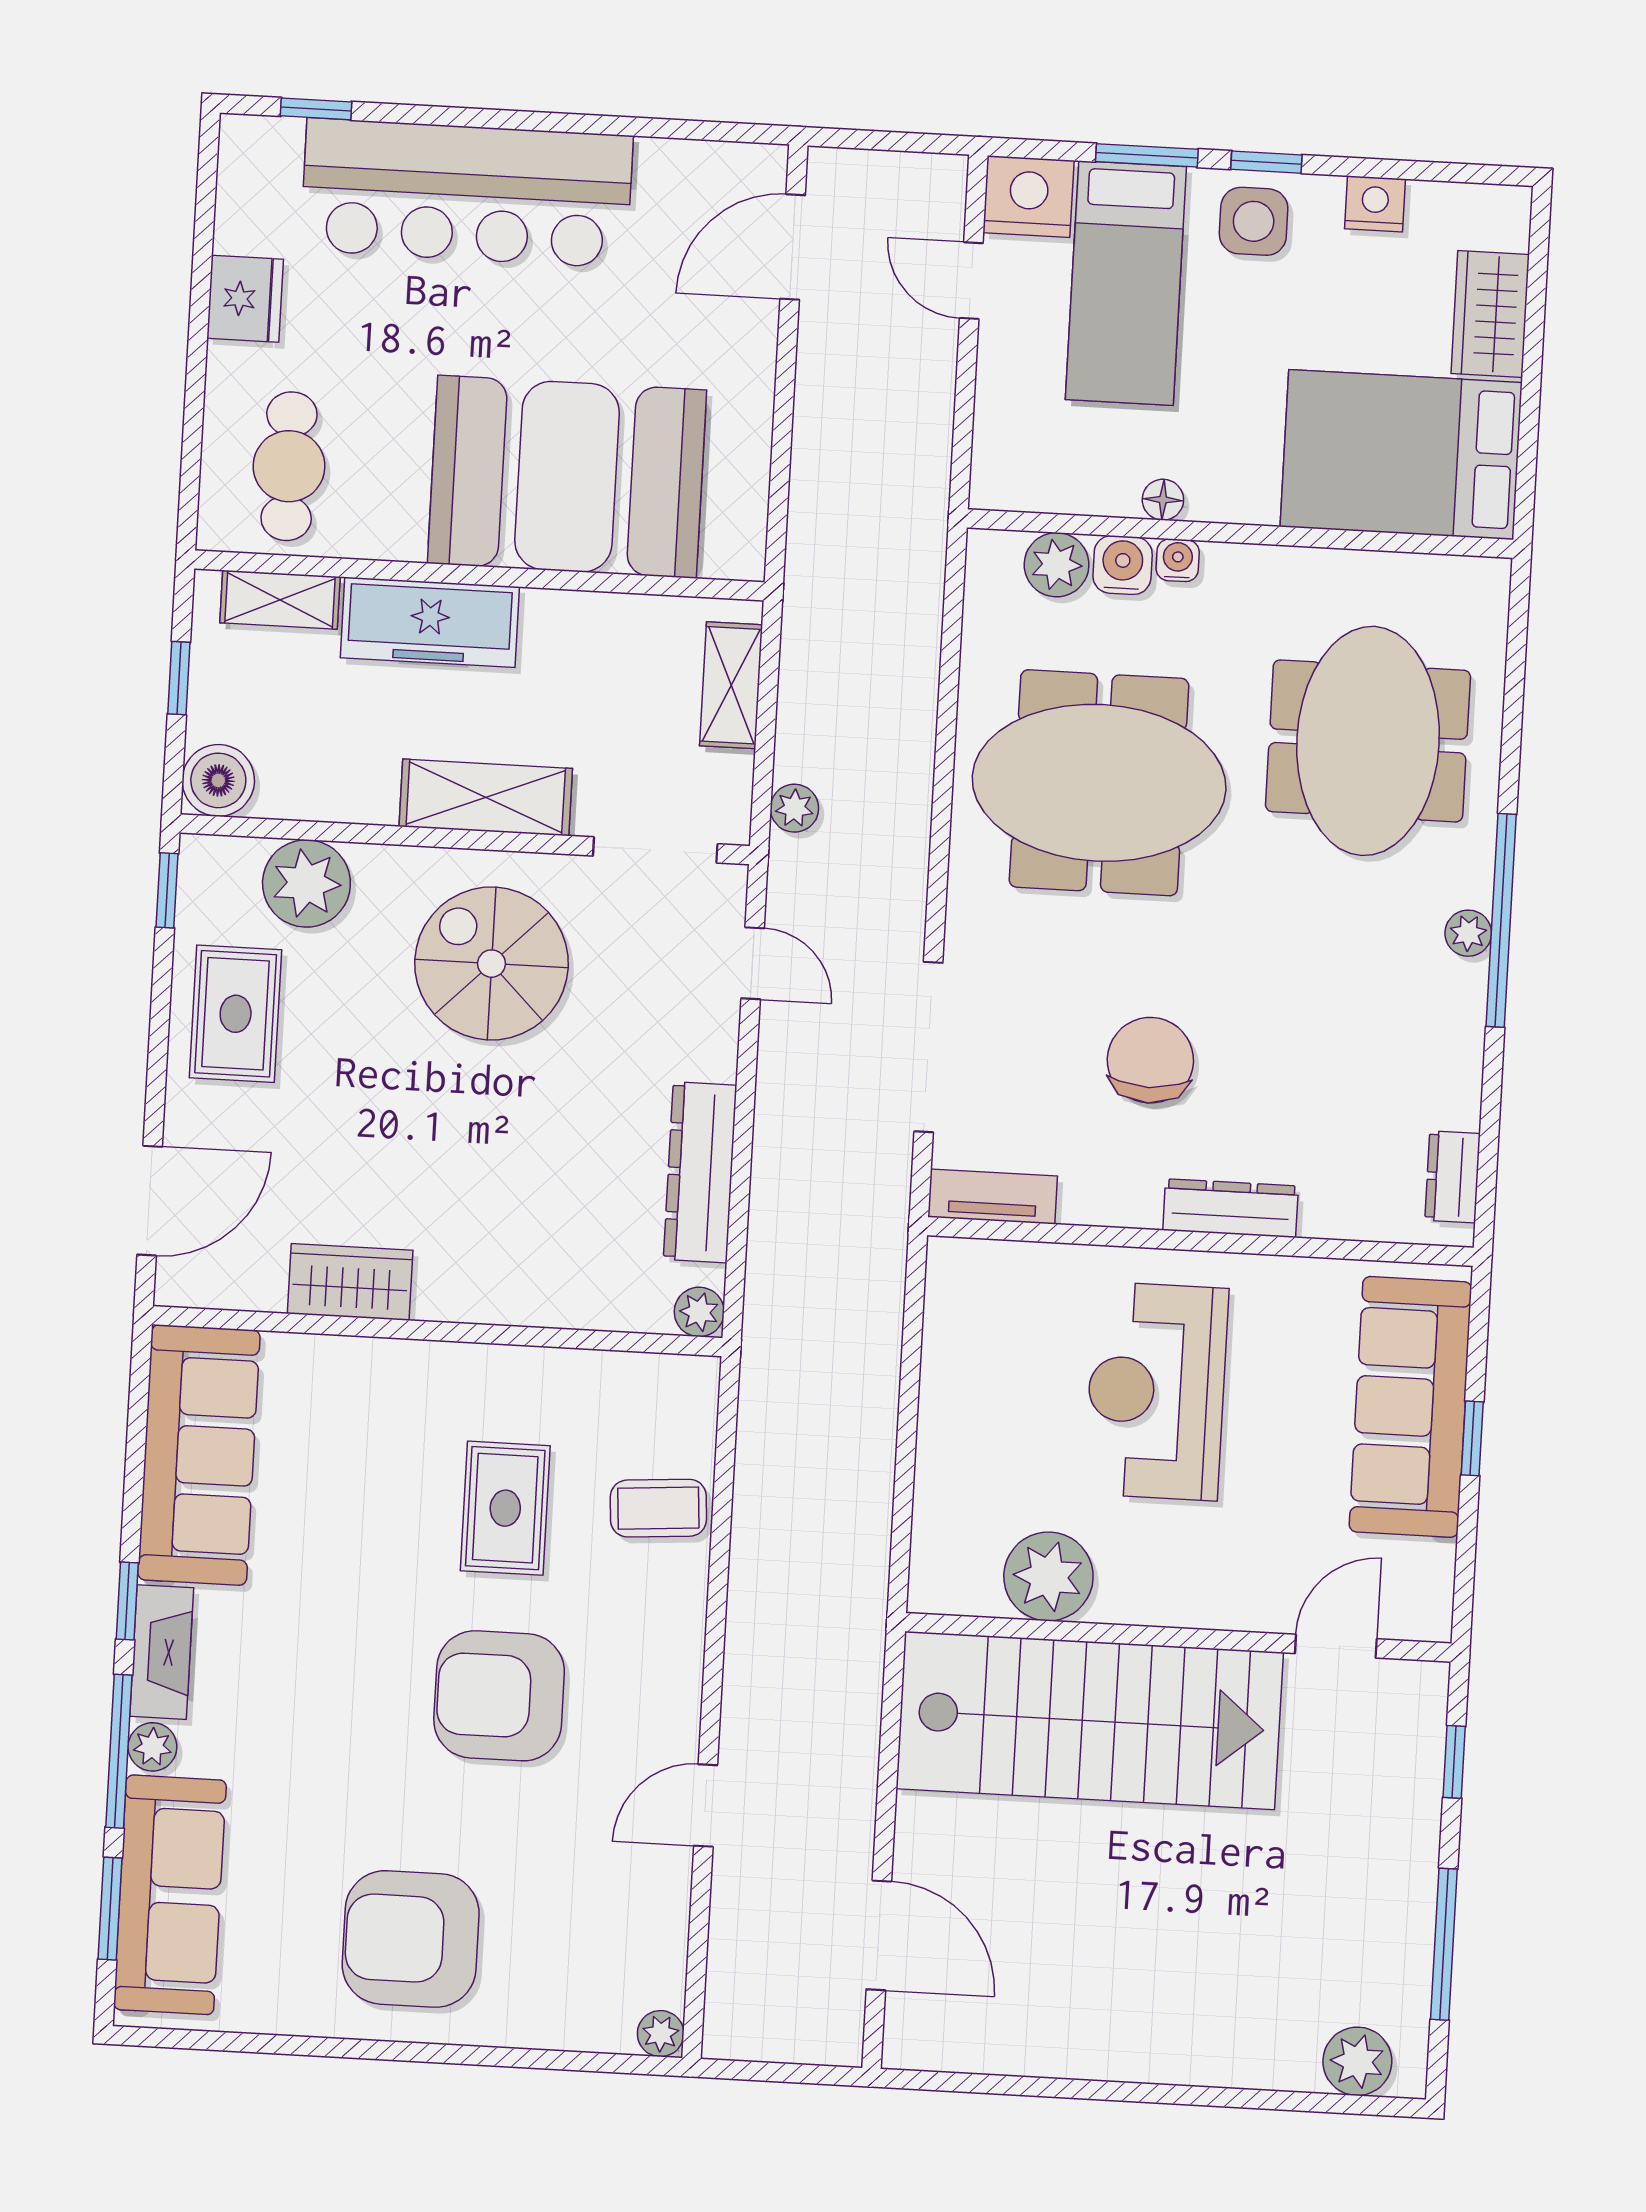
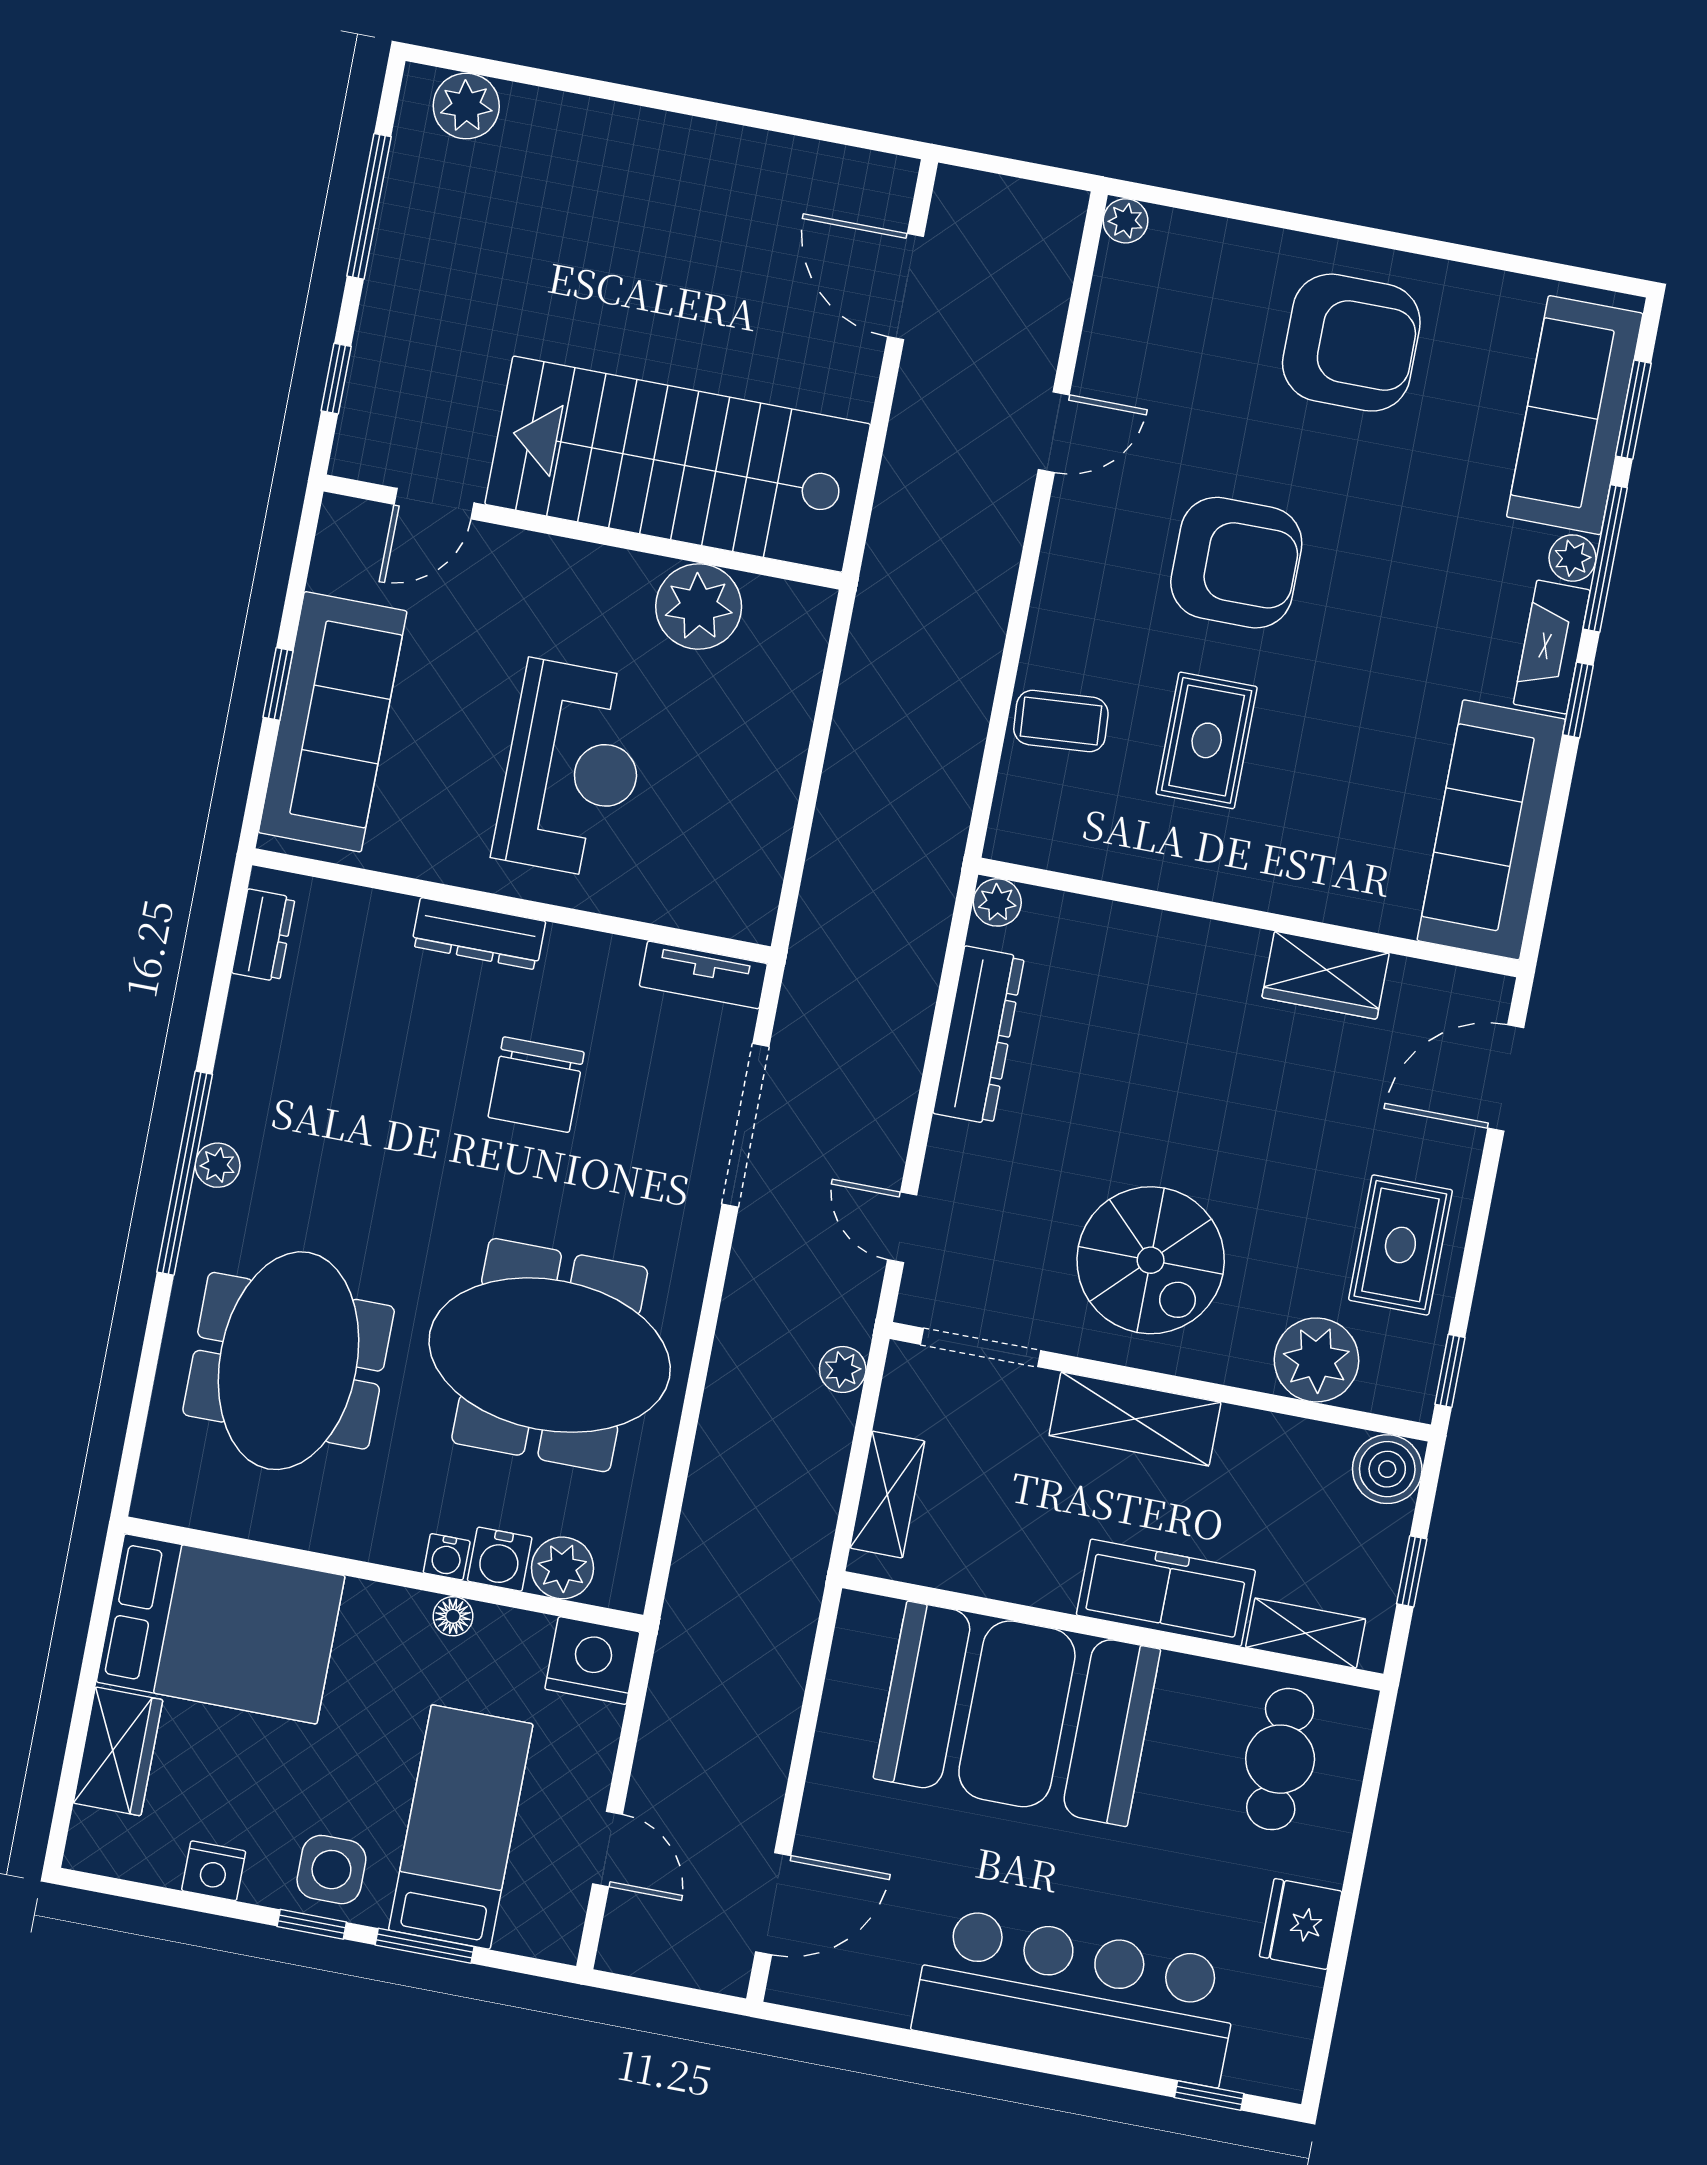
nightstand: (1029, 197) -> (592, 1661), moved, turned 180

